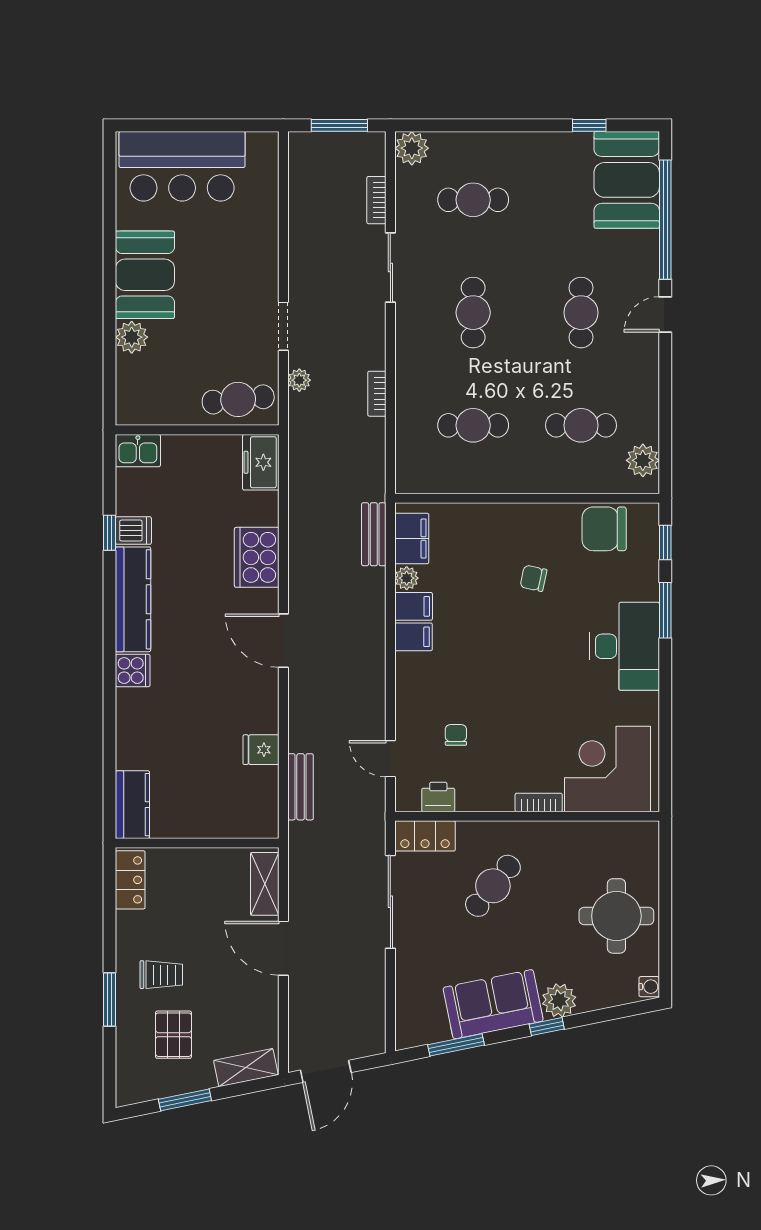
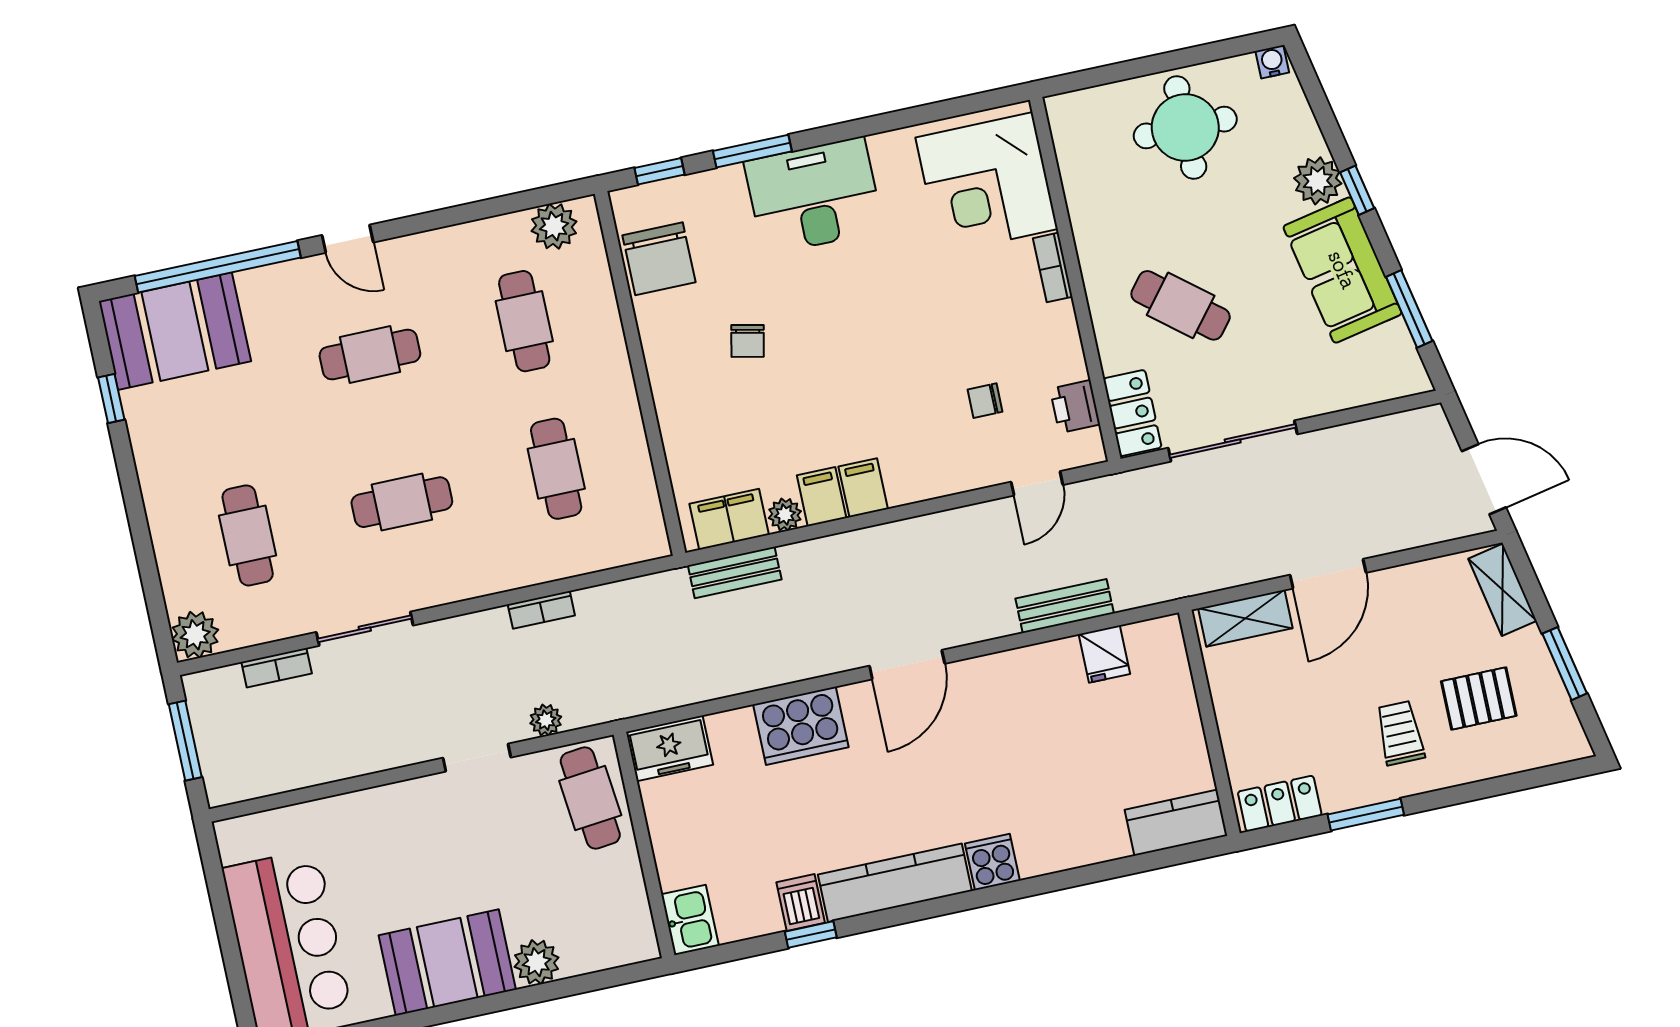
fridge: (261, 750) -> (1104, 654), moved
bench: (301, 787) -> (1065, 606), moved
window: (110, 1000) -> (1366, 815), moved

